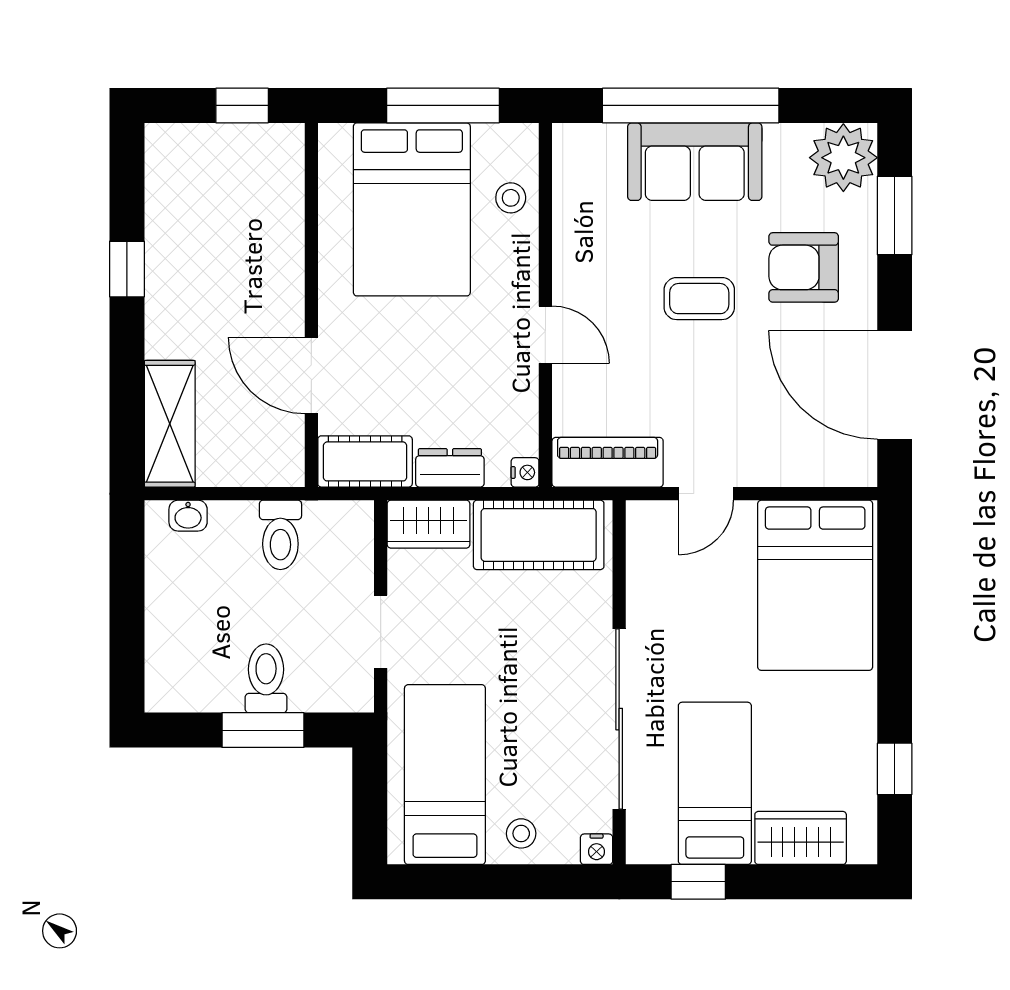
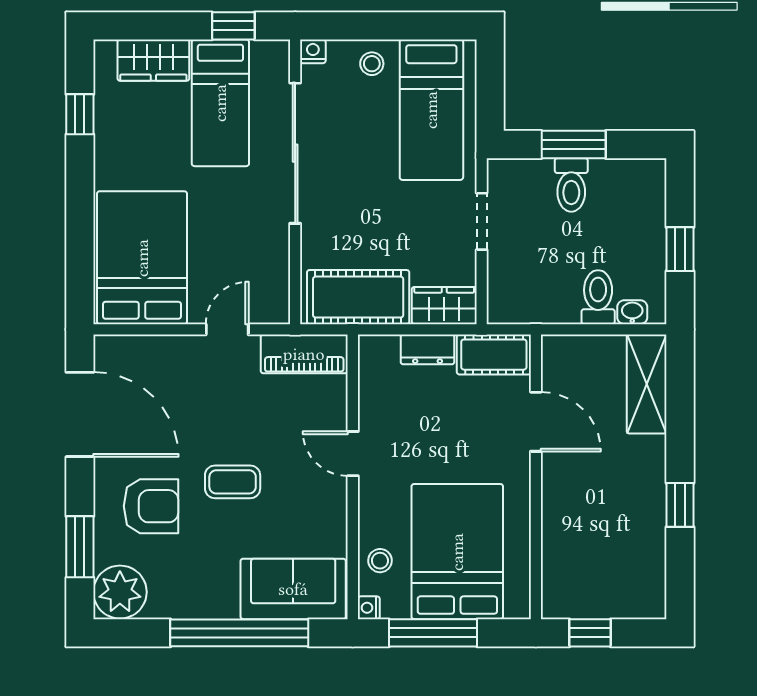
sofa: (695, 162) -> (293, 589), moved
nightstand: (525, 472) -> (369, 608), moved
toilet: (280, 535) -> (598, 297), moved
window: (127, 596) -> (680, 249), added

